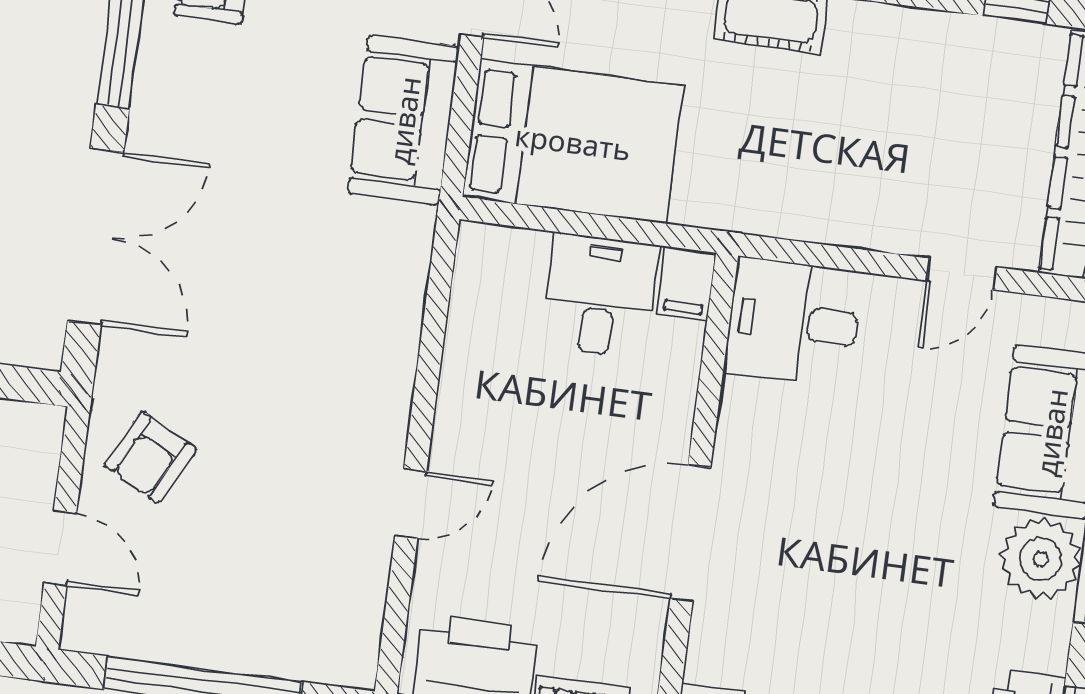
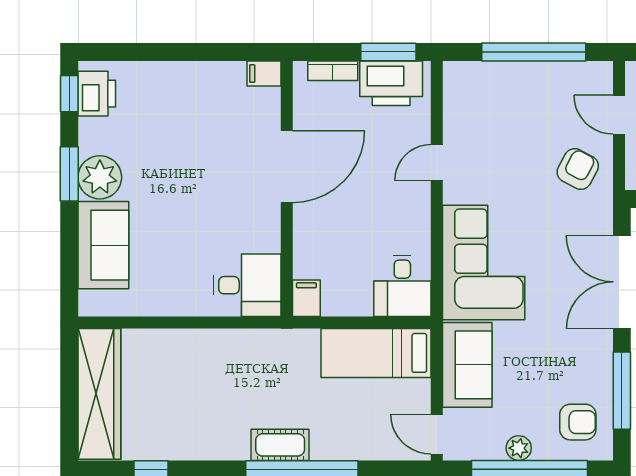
bed: (573, 142) -> (376, 353), width x0.67
door: (962, 274) -> (161, 322), removed
desk: (600, 296) -> (402, 286), moved
corner sofa: (348, 306) -> (484, 263), added

